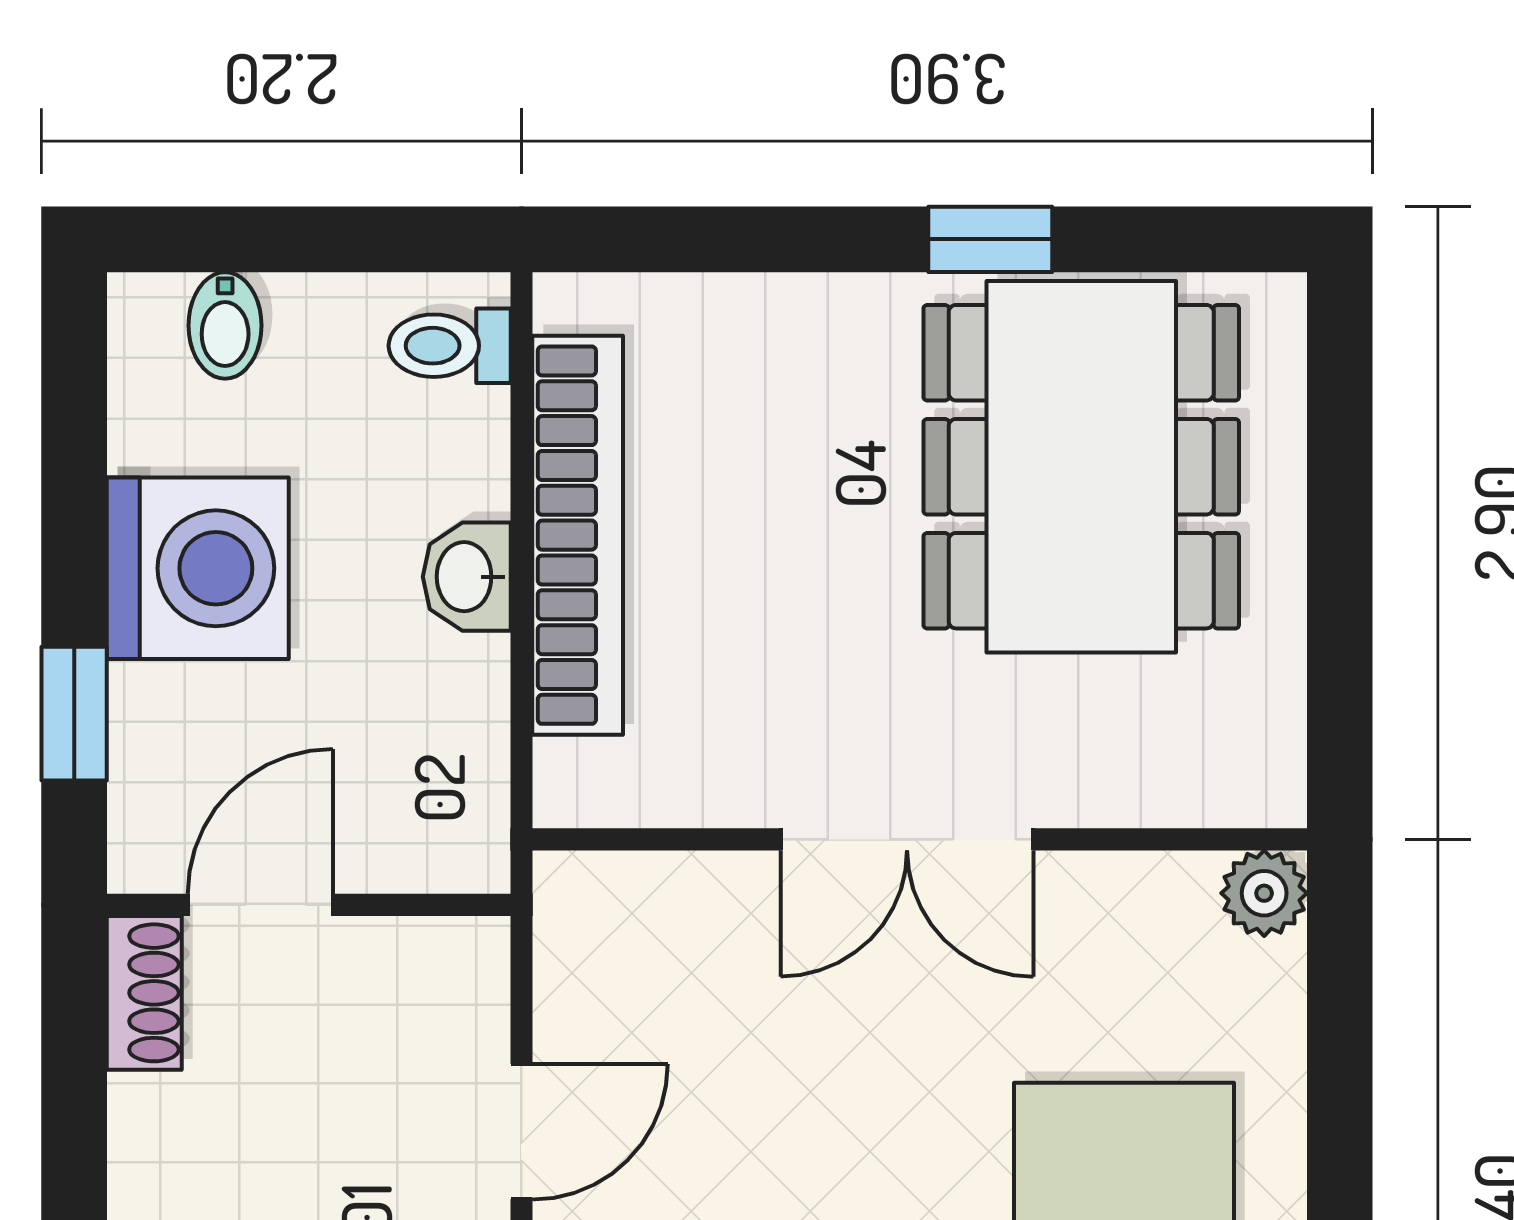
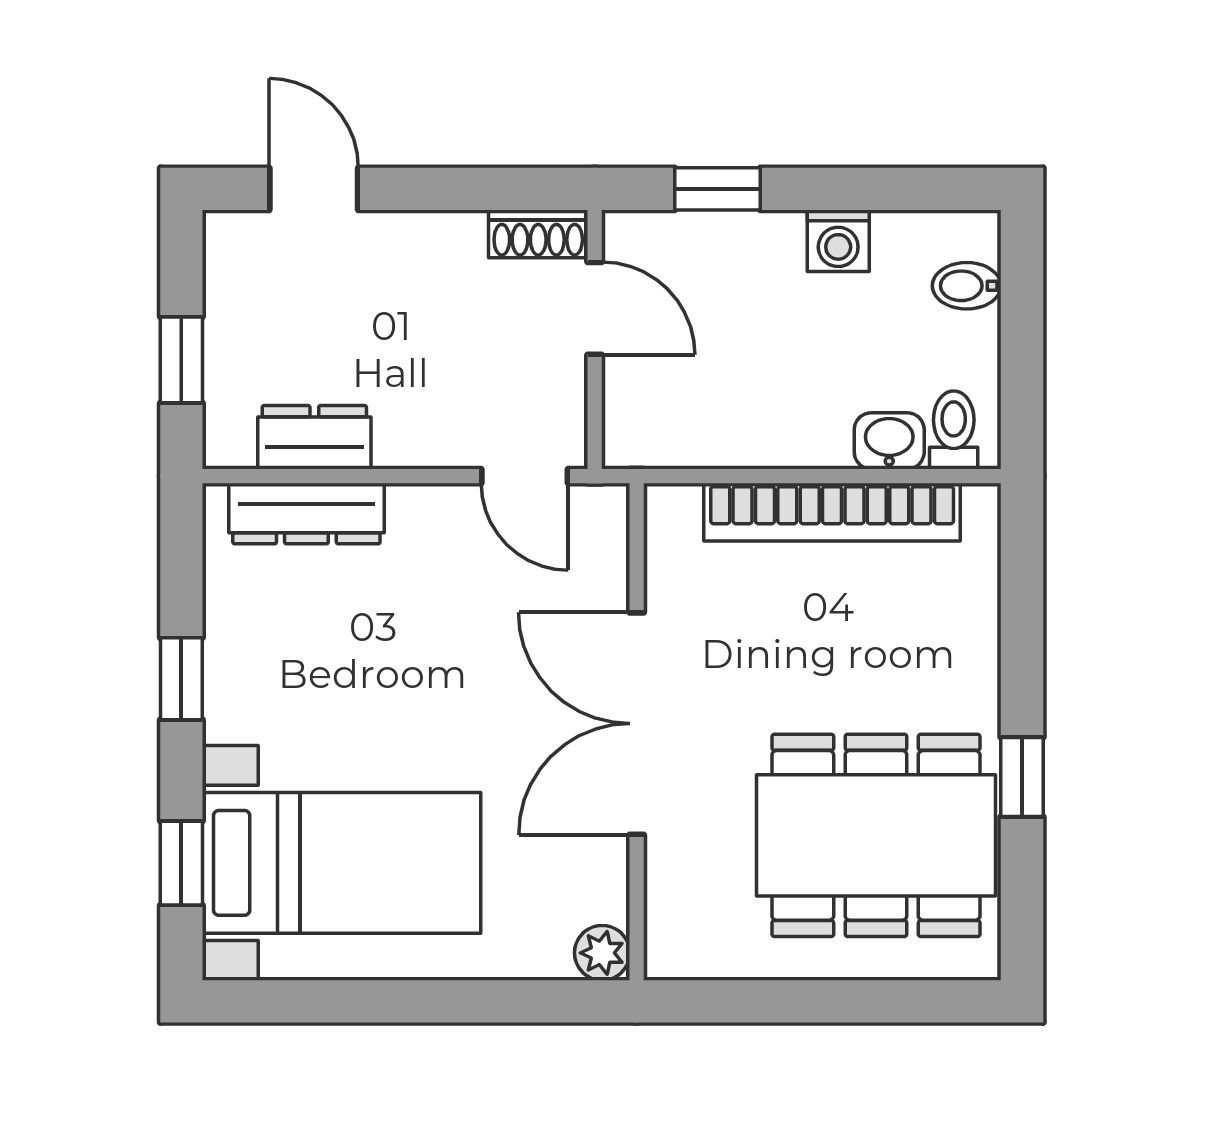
washing machine: (198, 568) -> (838, 241), width x0.53, depth x0.53
washbasin: (467, 577) -> (889, 441), moved
double door: (907, 839) -> (637, 724), width x1.37
door: (521, 1132) -> (525, 476), moved

